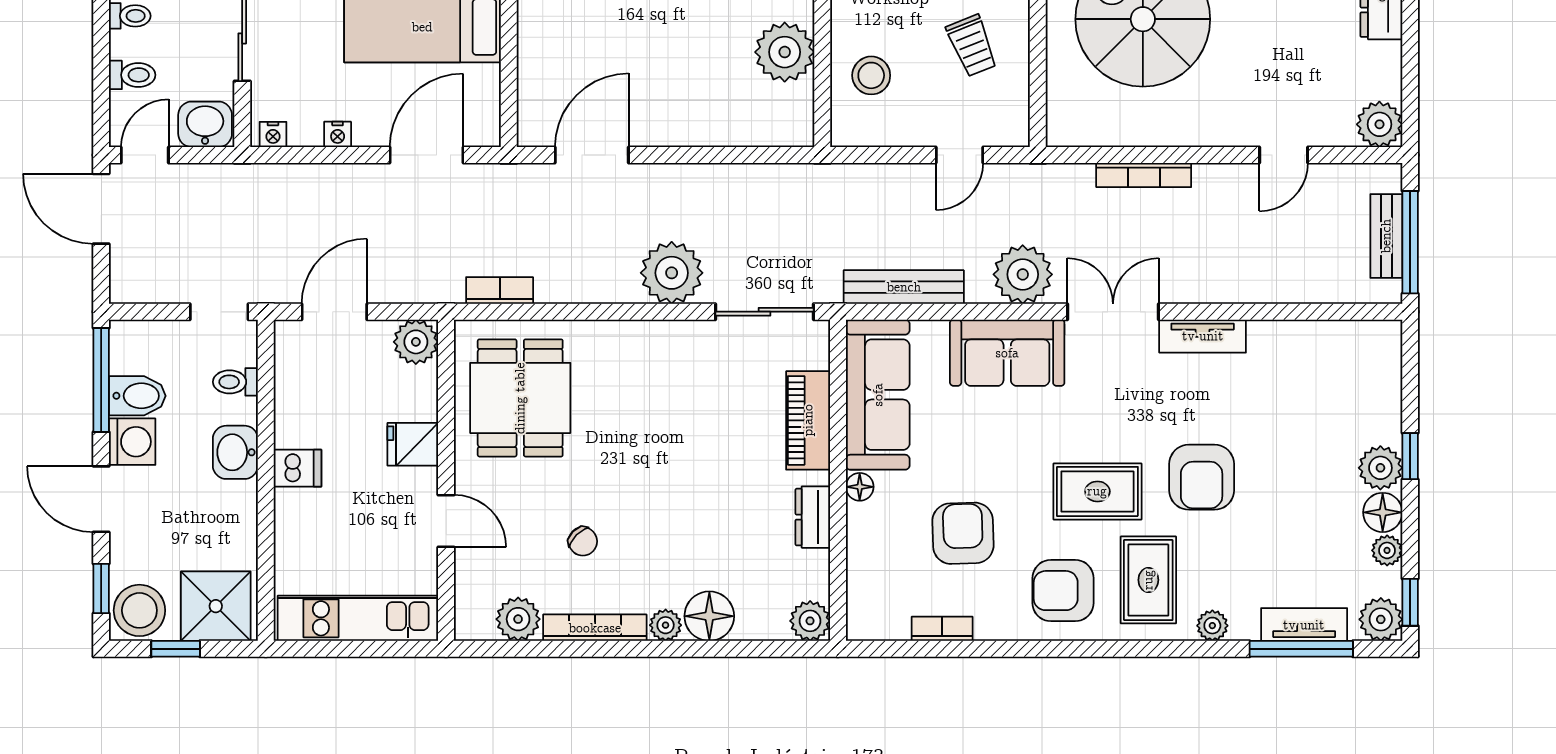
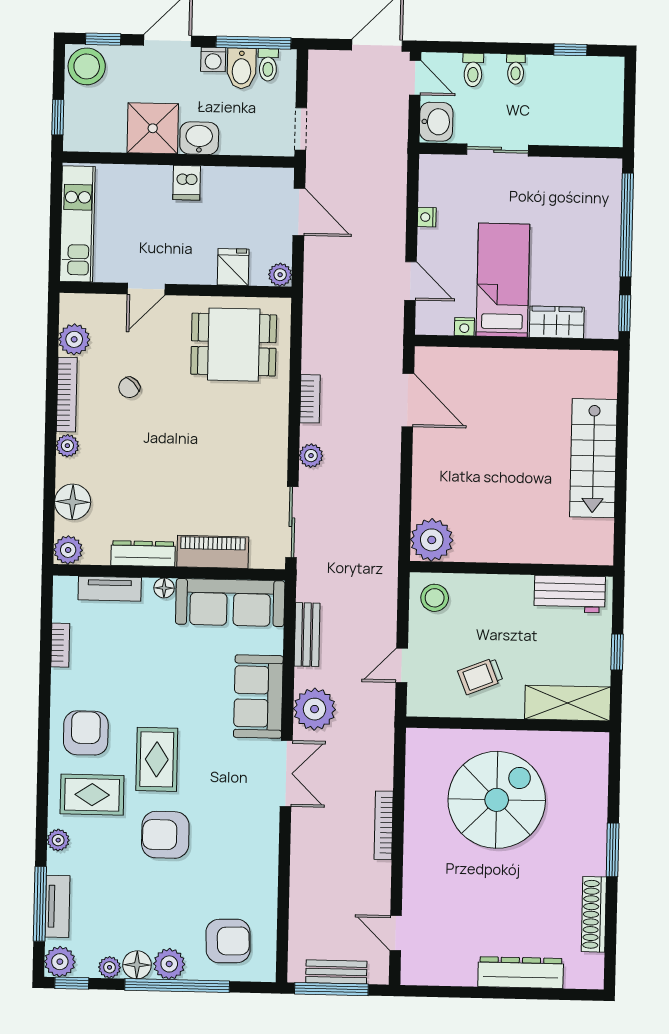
plant: (785, 52) -> (432, 540), moved
stool: (871, 75) -> (435, 598), moved
plant: (1379, 124) -> (417, 969), removed
nightstand: (273, 134) -> (464, 327), moved, turned -90
door: (427, 155) -> (410, 281), width x0.73
door: (959, 155) -> (402, 665), hinge flipped
door: (1284, 155) -> (396, 933), moved
bookcase: (1144, 175) -> (384, 825), moved
plant: (672, 273) -> (311, 456), width x0.53, depth x0.53
bench: (904, 287) -> (307, 635), width x0.73
bookcase: (500, 290) -> (310, 399), moved
tv unit: (1203, 336) -> (110, 589), moved, turned -90
plant: (416, 342) -> (280, 275), width x0.73, depth x0.73
toilet: (235, 382) -> (268, 65), moved, turned 180
washing machine: (132, 442) -> (213, 59), width x0.73, depth x0.73
fridge: (413, 444) -> (233, 267), moved
window: (1410, 456) -> (177, 986), width x3.17
dresser: (813, 517) -> (143, 554), width x1.44
armchair: (963, 533) -> (228, 941), moved
shower: (216, 606) -> (153, 128), moved
floor lamp: (709, 616) -> (73, 502), moved
window: (176, 649) -> (58, 117), moved

